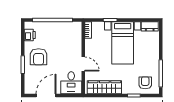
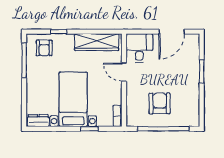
printer: (30, 35) -> (193, 109), removed
armchair: (39, 57) -> (160, 103), moved

